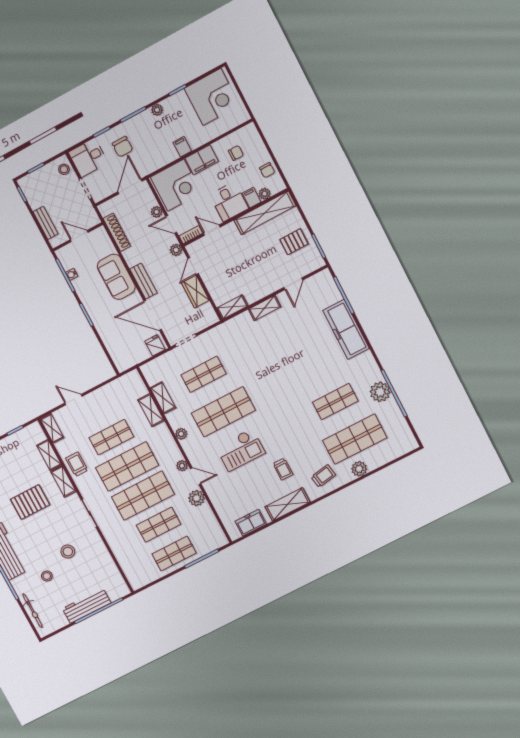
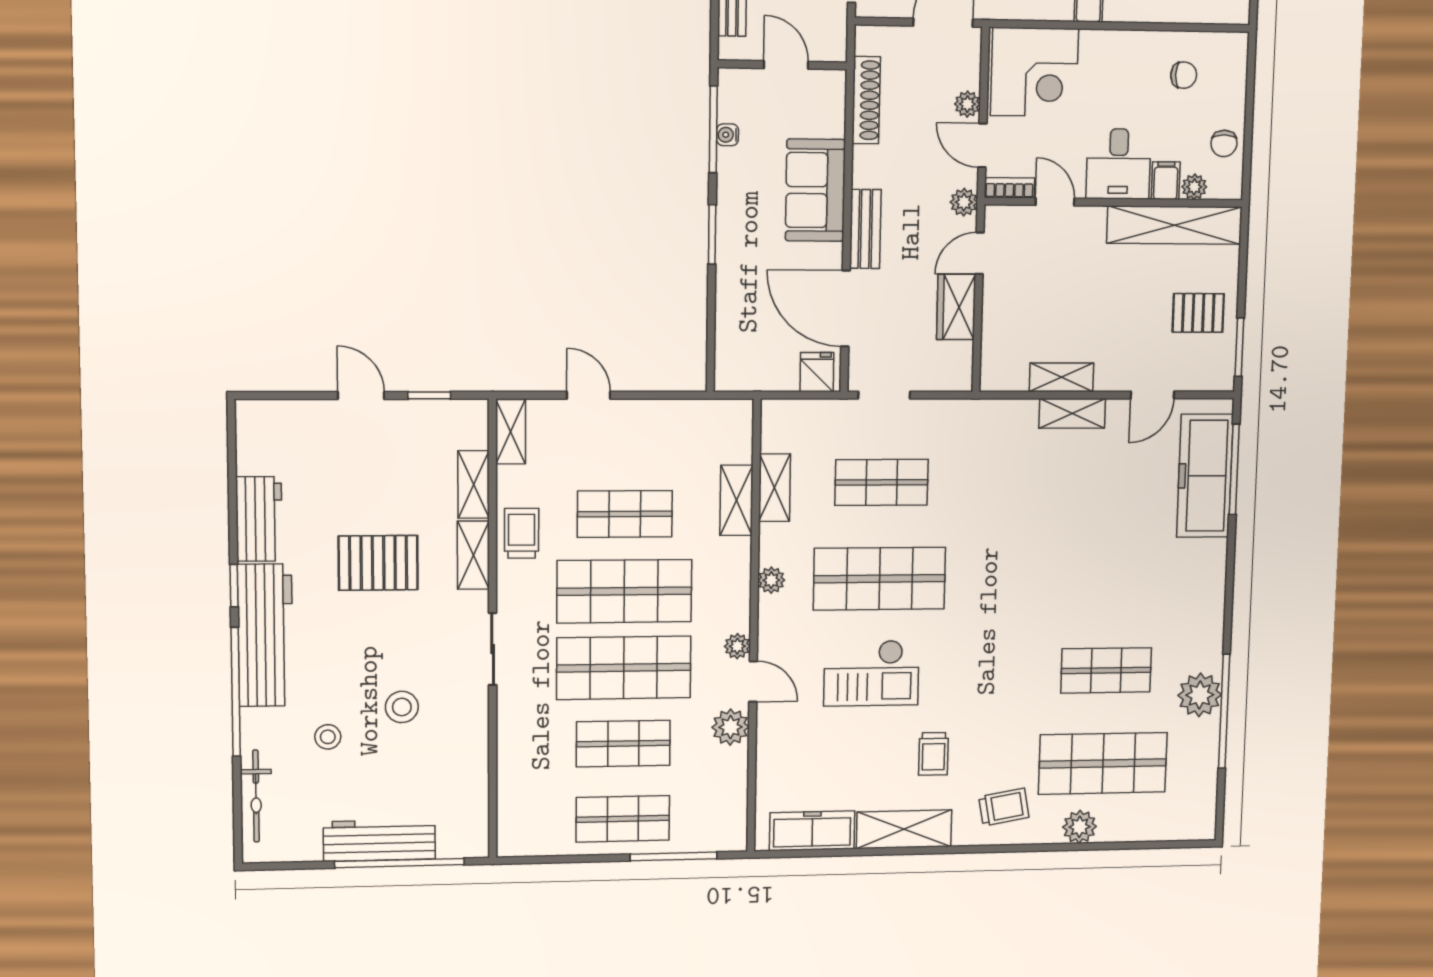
filing cabinet: (202, 160) -> (1112, 51), removed
shelving: (232, 307) -> (1061, 377), moved
freezer: (346, 329) -> (1205, 476), moved
freezer: (251, 523) -> (812, 831), width x1.40

